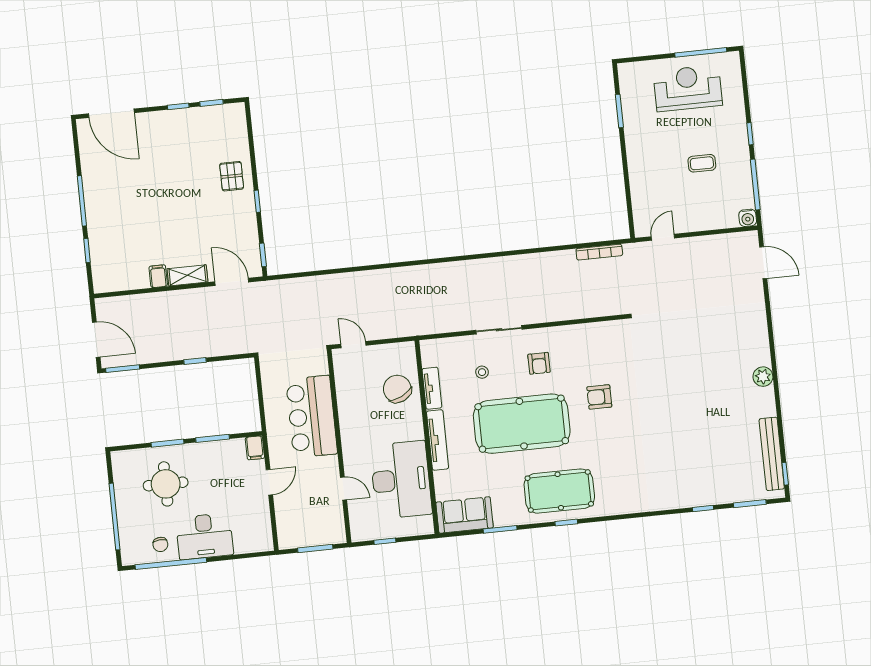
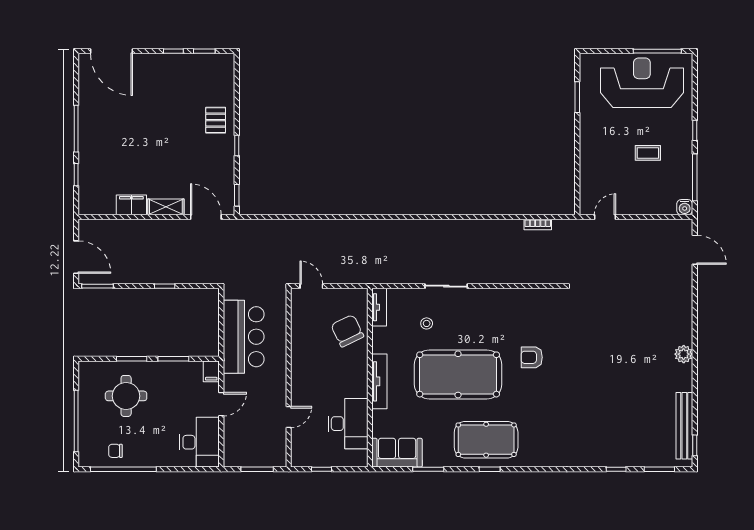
reception desk: (688, 88) -> (642, 83), width x1.36, depth x1.30
bookcase: (599, 252) -> (538, 225), width x0.64
filing cabinet: (158, 276) -> (131, 205), width x2.00
armchair: (539, 363) -> (480, 321), removed
tv unit: (432, 388) -> (379, 307), moved
bar counter: (312, 417) -> (244, 337), moved, turned 180
desk: (401, 480) -> (348, 424), width x0.73, depth x0.77
door: (344, 489) -> (289, 417), hinge flipped
desk: (205, 536) -> (200, 442), moved, turned -90
chair: (160, 544) -> (116, 451), turned 94

